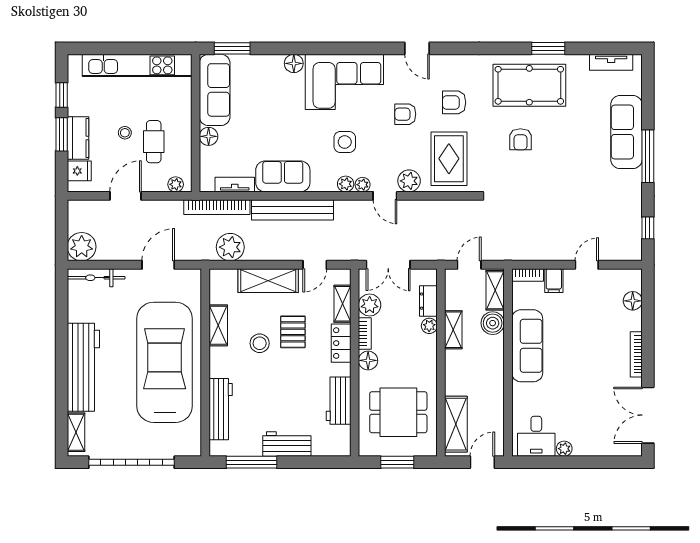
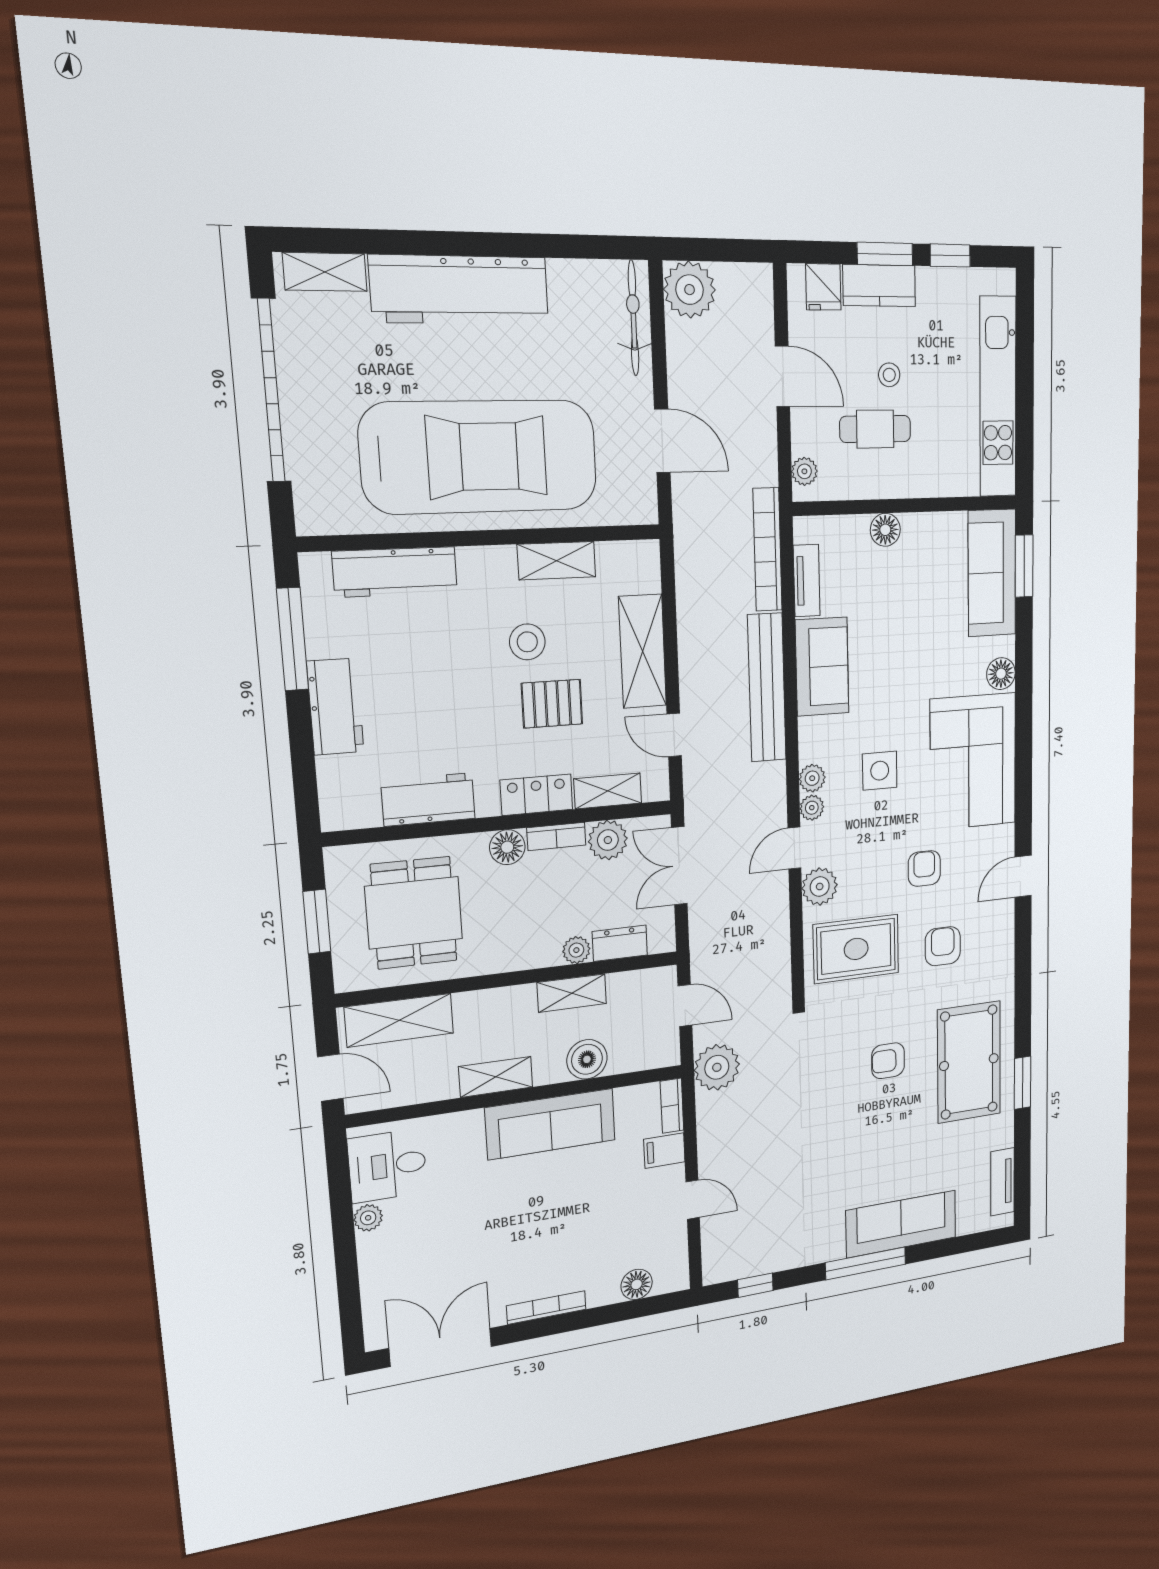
sofa: (215, 90) -> (992, 573), moved, turned 90
plant: (230, 247) -> (717, 1067), moved
shelving: (495, 290) -> (496, 1077), moved

